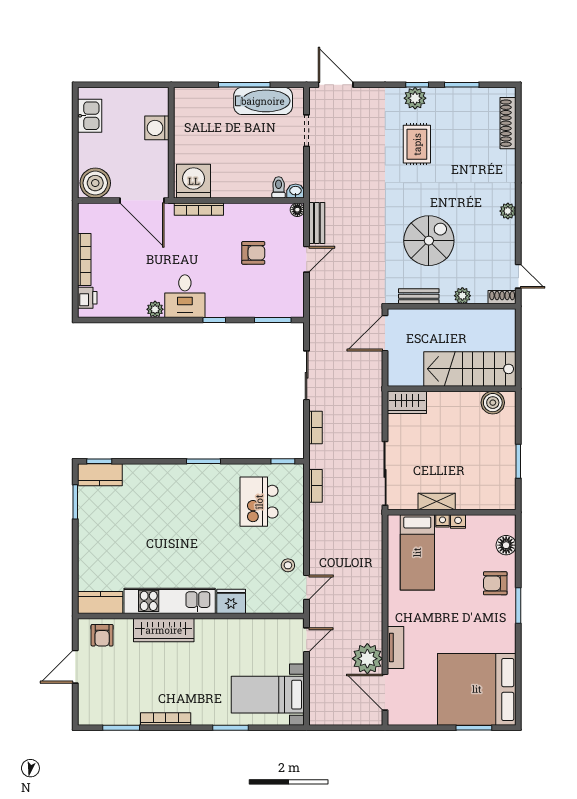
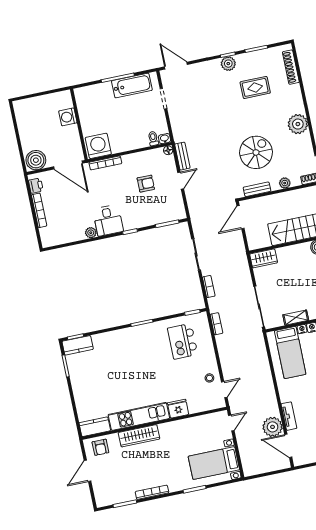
kitchen sink: (90, 116) -> (23, 118), removed
rug: (417, 144) -> (255, 87), moved, turned 90
plant: (508, 211) -> (298, 124), width x1.88, depth x1.88
printer: (87, 298) -> (36, 186), moved

